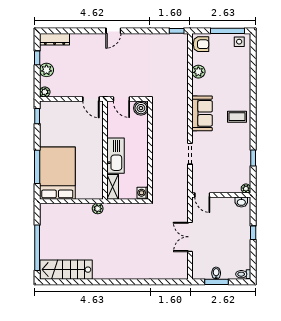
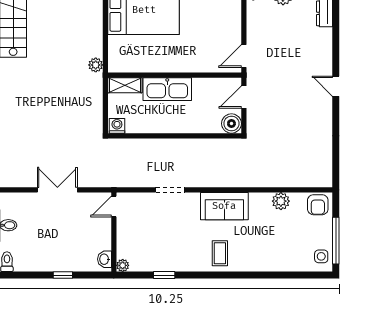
window: (177, 31) -> (336, 172), removed

